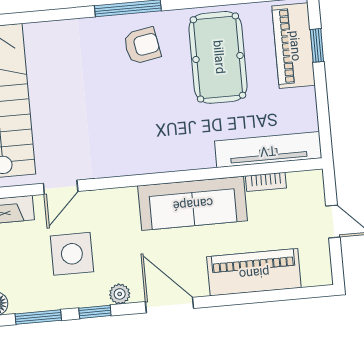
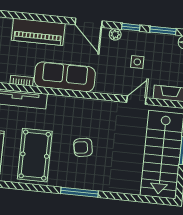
armchair: (142, 46) -> (83, 147), moved
side table: (72, 254) -> (137, 62), width x0.54, depth x0.54

